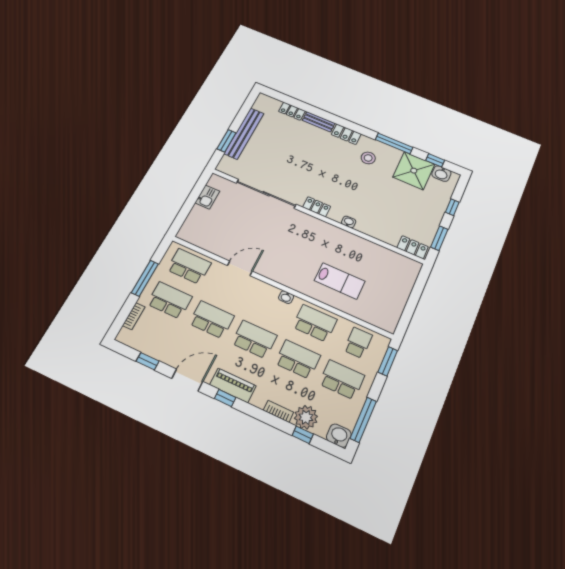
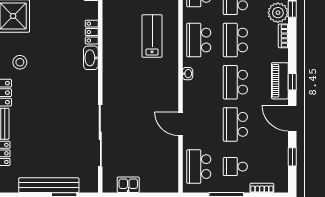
locker: (317, 207) -> (92, 32), moved
washbasin: (349, 222) -> (91, 58), width x1.91, depth x1.45
school desk: (170, 300) -> (235, 167), width x0.54

